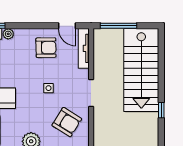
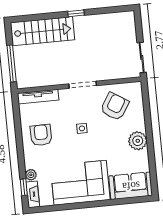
door: (67, 26) -> (17, 116), removed
stairs: (141, 70) -> (42, 31), width x0.73, depth x0.66
window: (161, 110) -> (76, 13), moved

